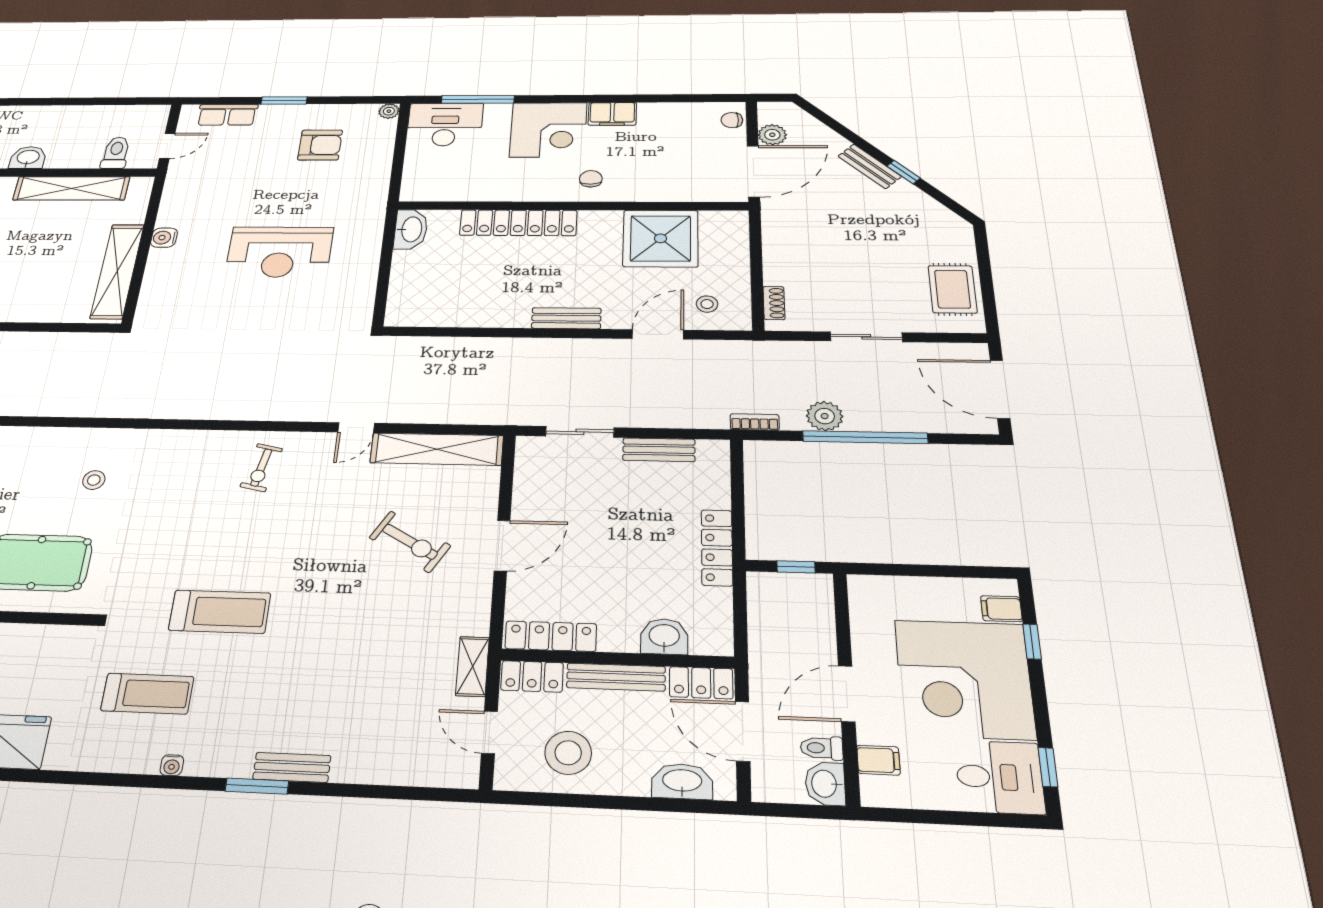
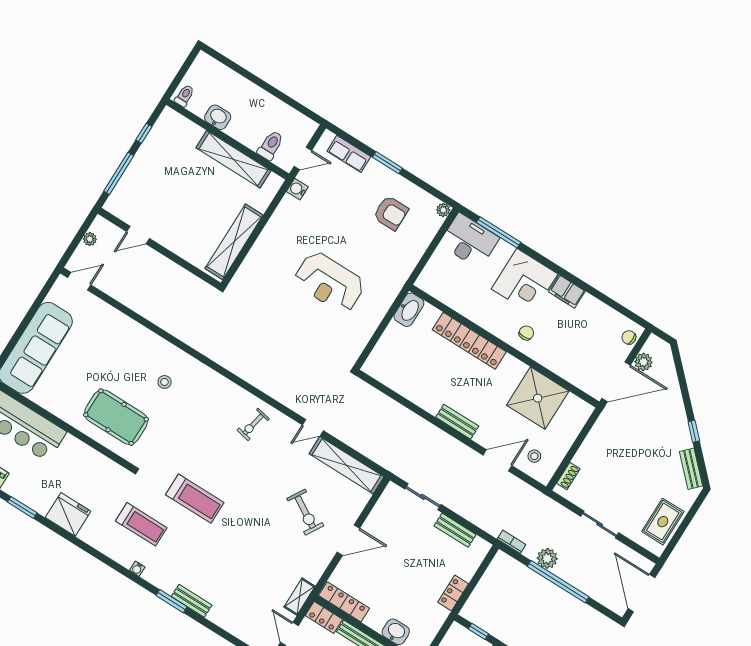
bench: (870, 166) -> (691, 469), moved
water cooler: (164, 238) -> (297, 189), moved
locker: (717, 548) -> (453, 593), width x0.66

